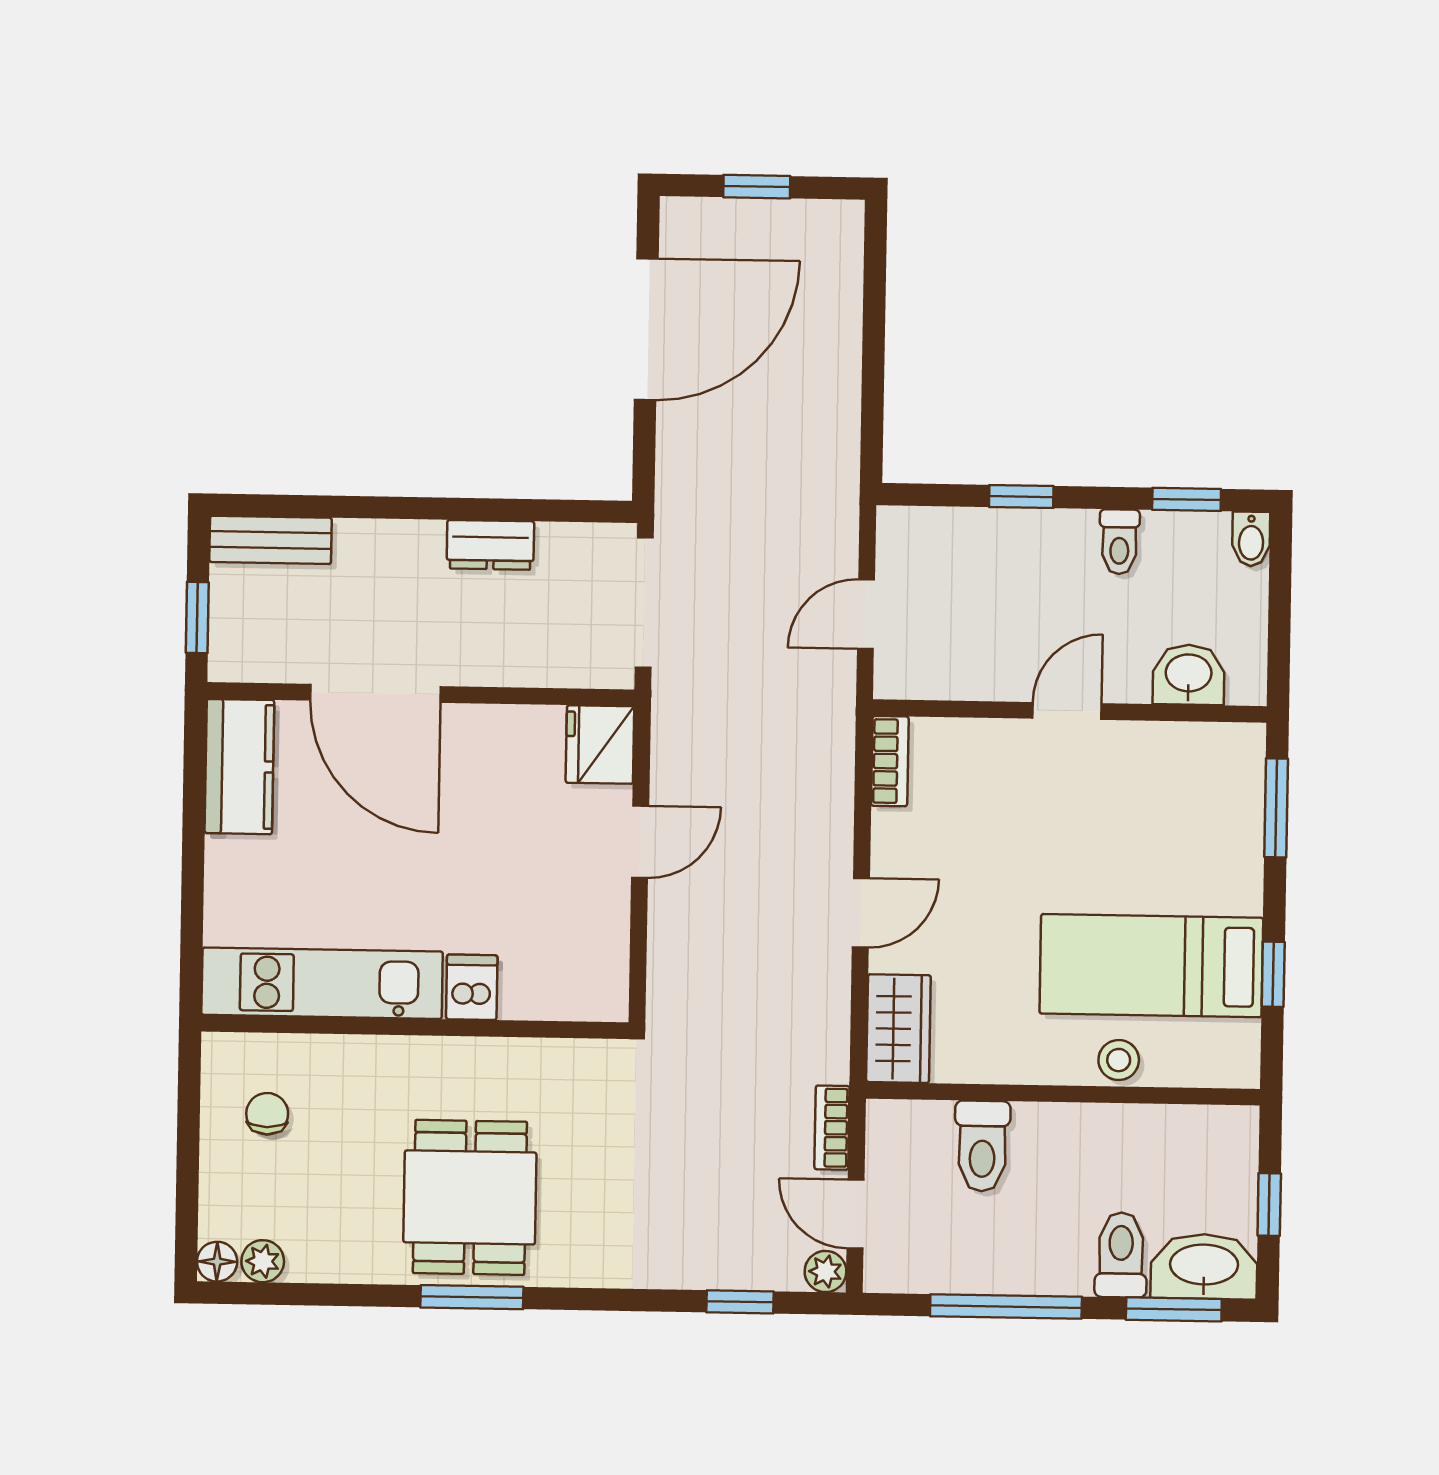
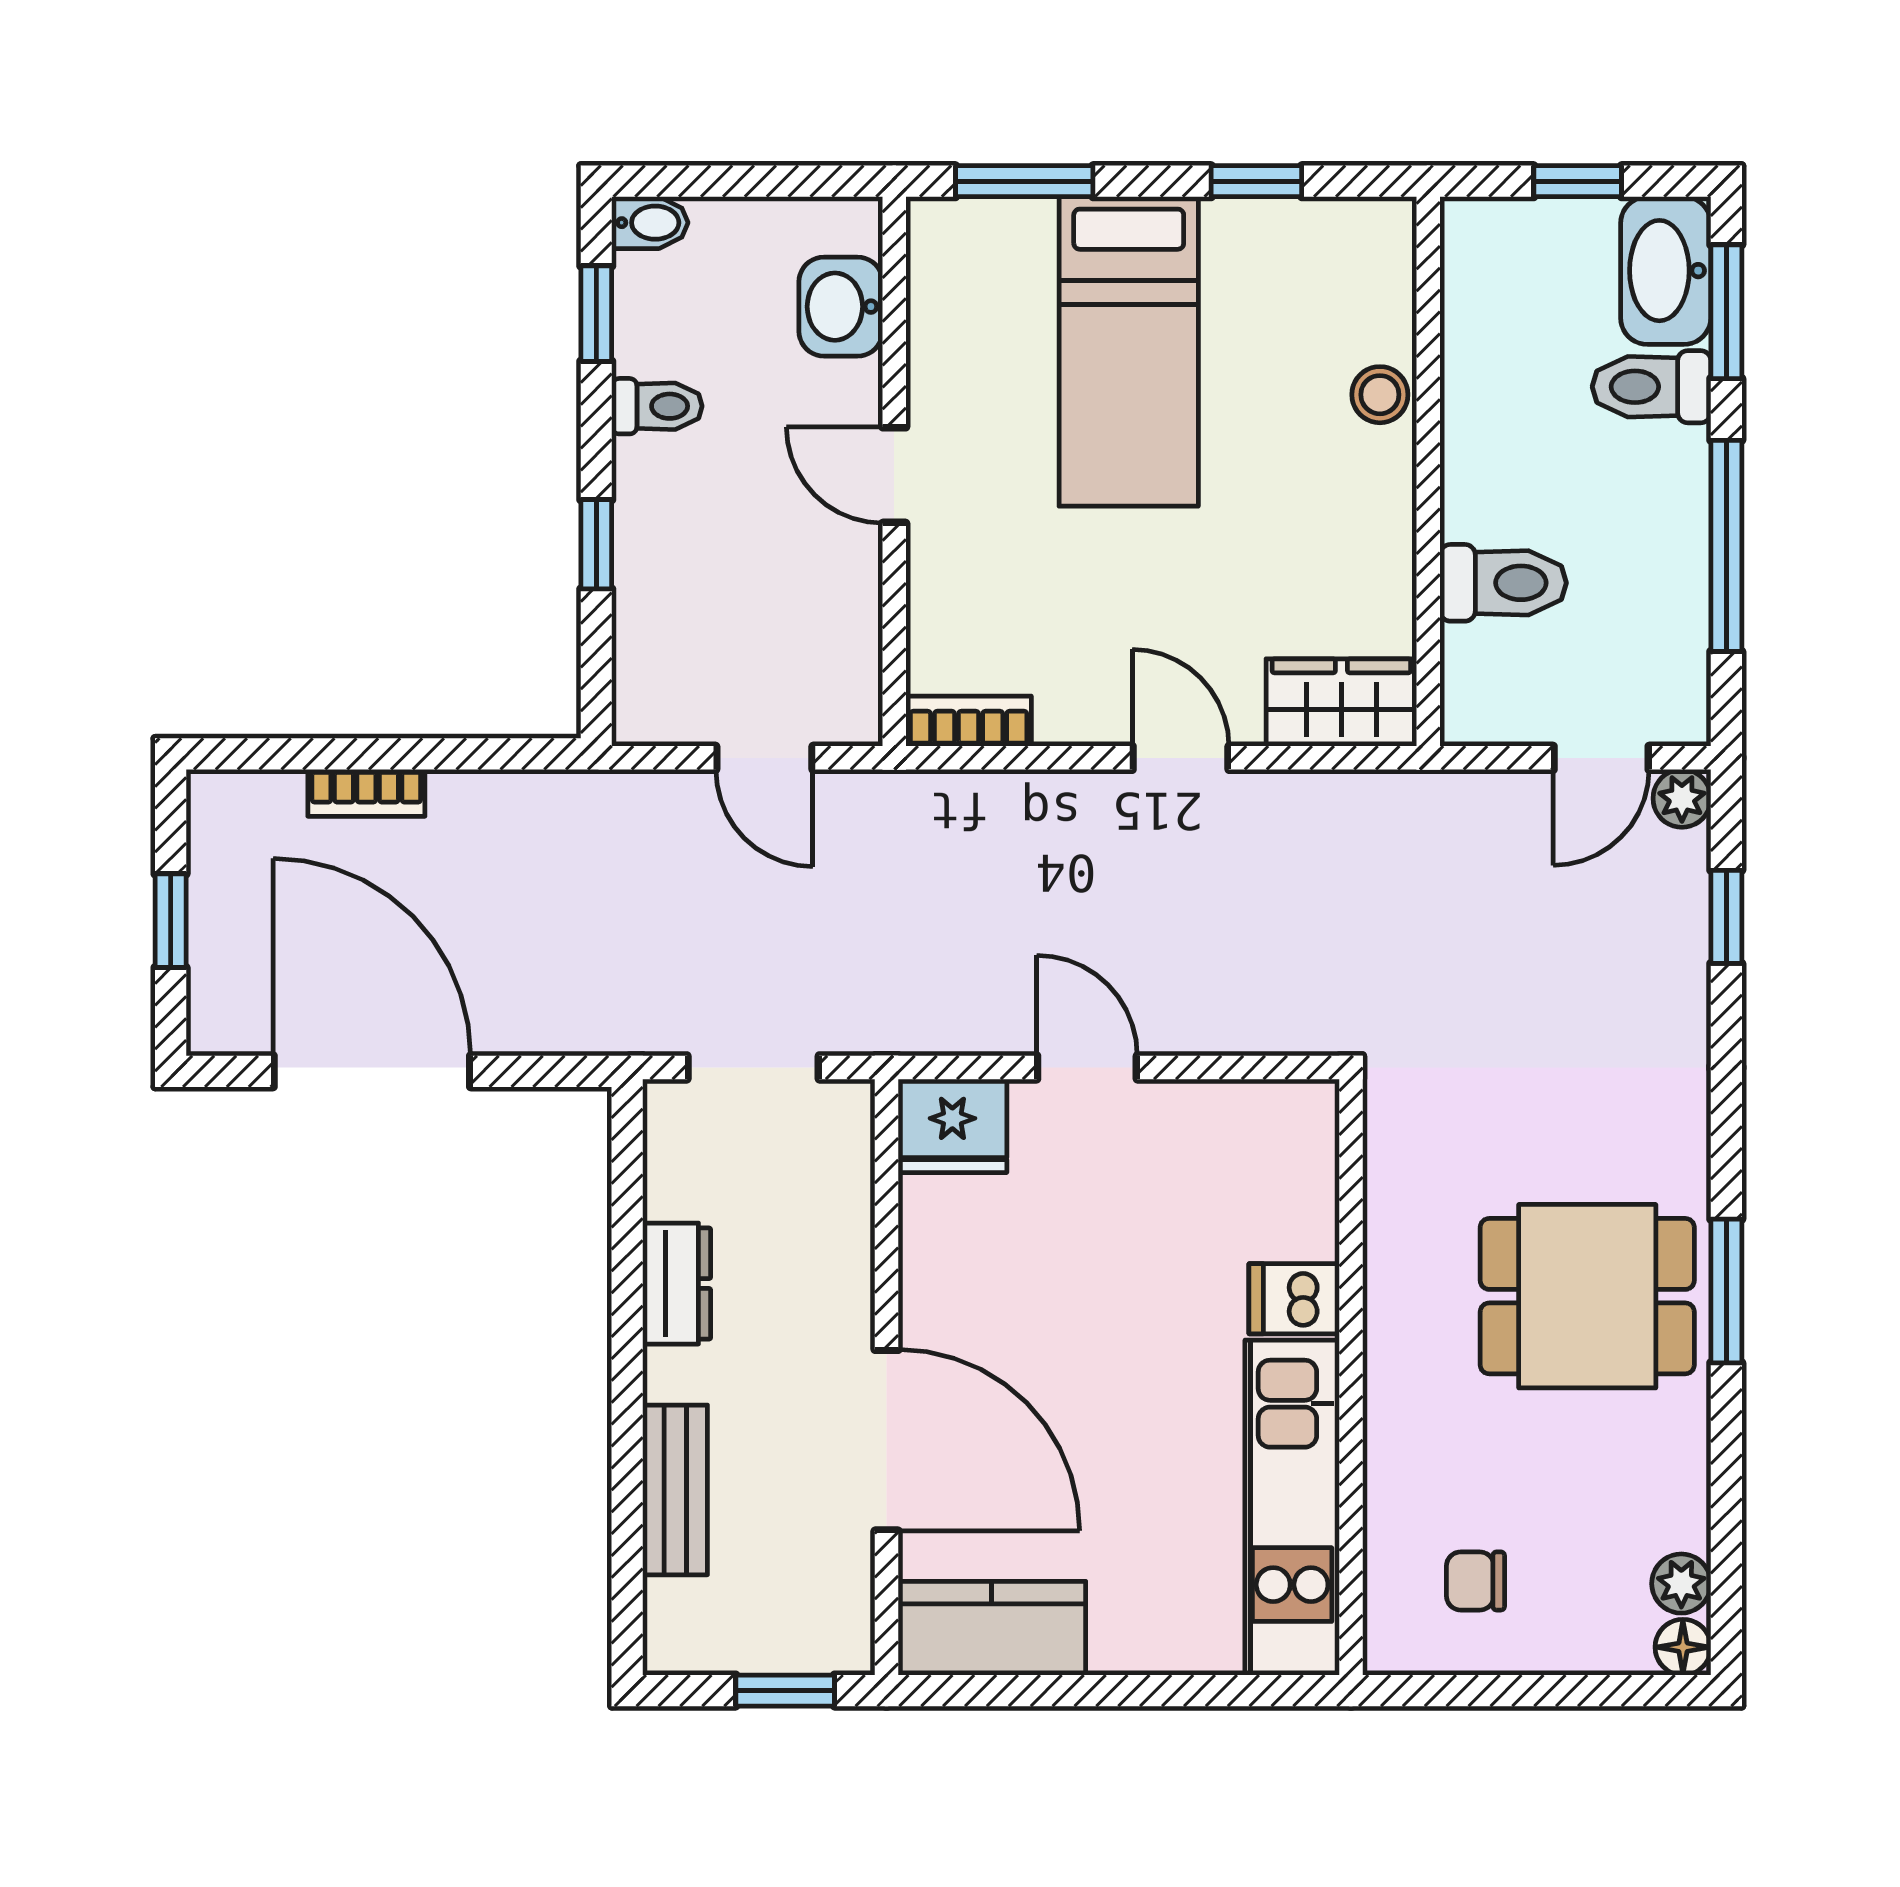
bench: (271, 540) -> (675, 1490), moved
doorway: (644, 602) -> (753, 1067), width x0.73
door: (375, 693) -> (887, 1440), hinge flipped
bed: (1151, 966) -> (1129, 351), moved
bookcase: (832, 1128) -> (366, 793), moved

